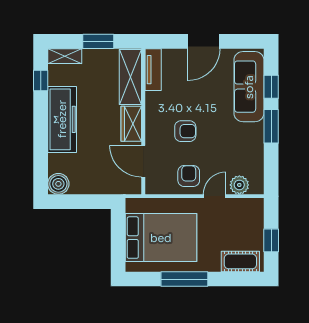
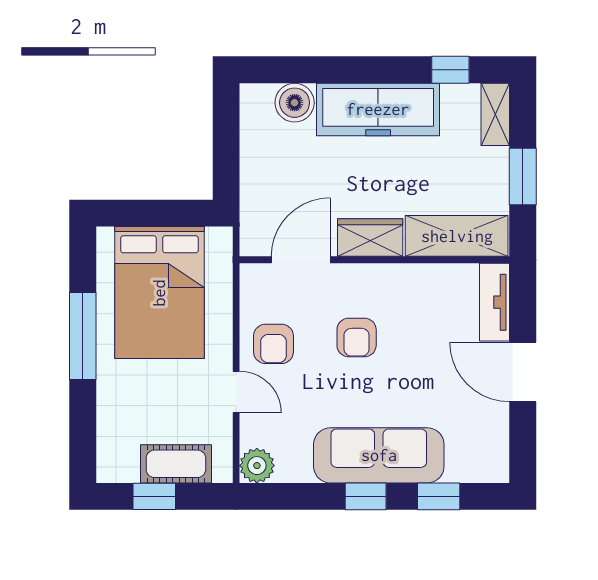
tv unit: (153, 70) -> (494, 302), moved, turned 90
sofa: (249, 87) -> (379, 455), moved
window: (271, 126) -> (366, 496), width x0.67
armchair: (189, 176) -> (273, 344), turned 90
boiler: (58, 184) -> (295, 103), moved
plant: (239, 185) -> (257, 466), moved
cot: (240, 261) -> (176, 464), moved, turned 90

